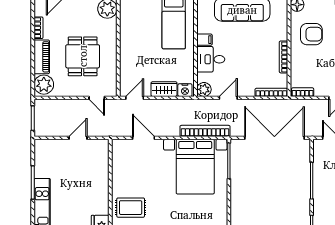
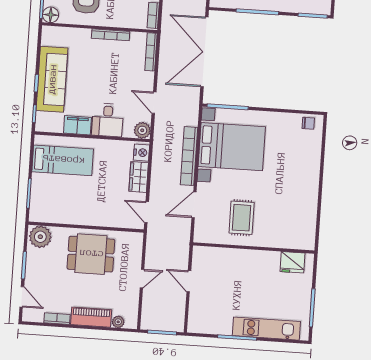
filing cabinet: (205, 40) -> (77, 125), width x2.00
dining table: (83, 56) -> (91, 254), moved
plant: (44, 85) -> (118, 322), width x0.53, depth x0.53
door: (97, 98) -> (142, 279), moved
bookcase: (205, 131) -> (189, 156), moved
rug: (131, 208) -> (242, 218), moved

